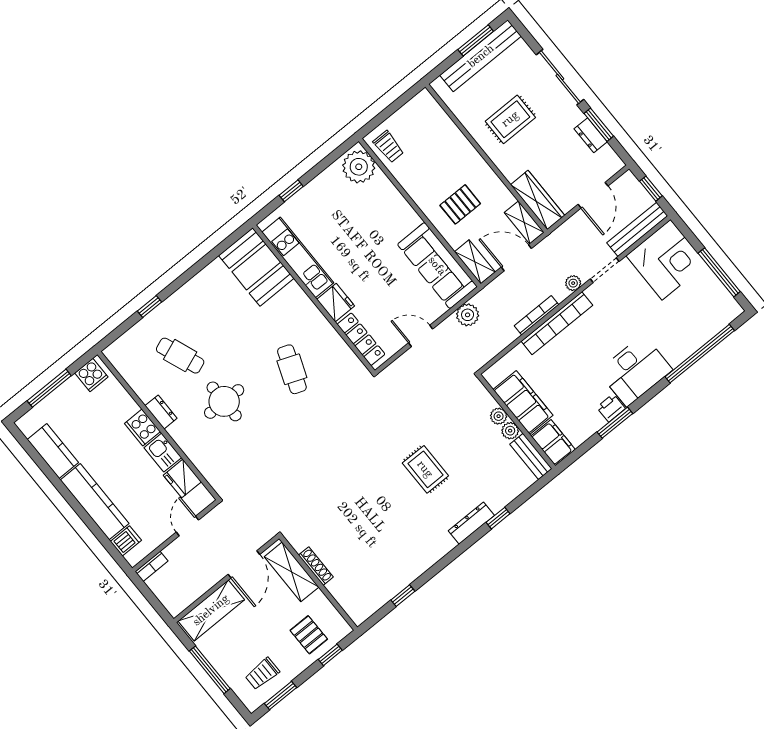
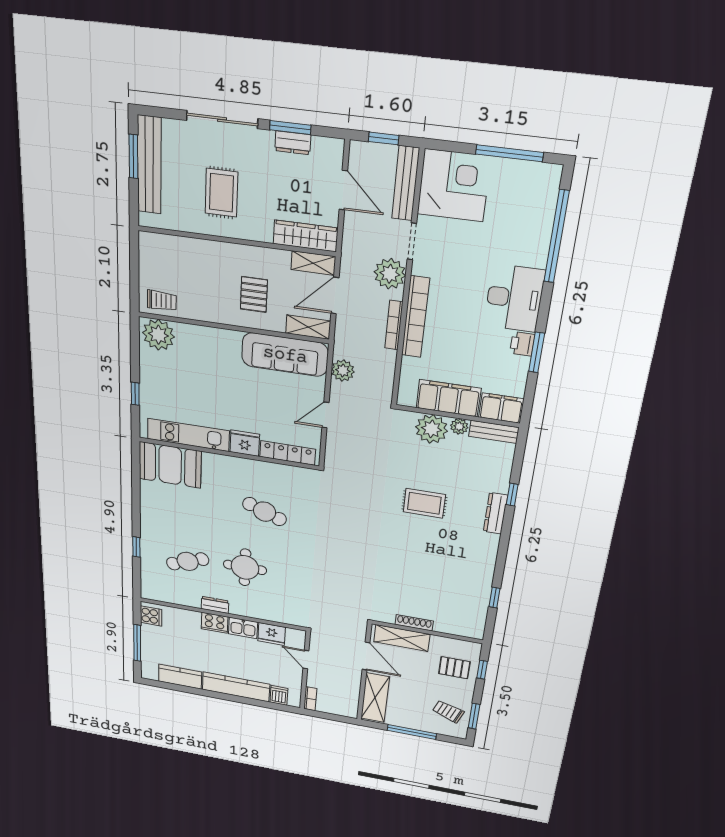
plant: (573, 283) -> (390, 274), width x1.88, depth x1.88
plant: (499, 416) -> (432, 429), width x1.88, depth x1.88
trolley: (262, 674) -> (448, 712), turned 110

